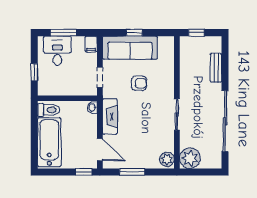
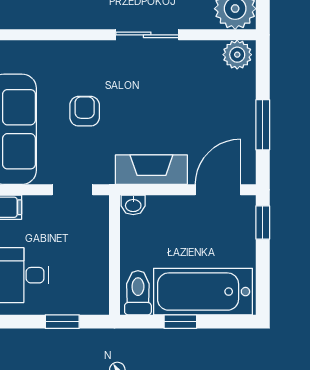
window: (34, 131) -> (180, 322), added

